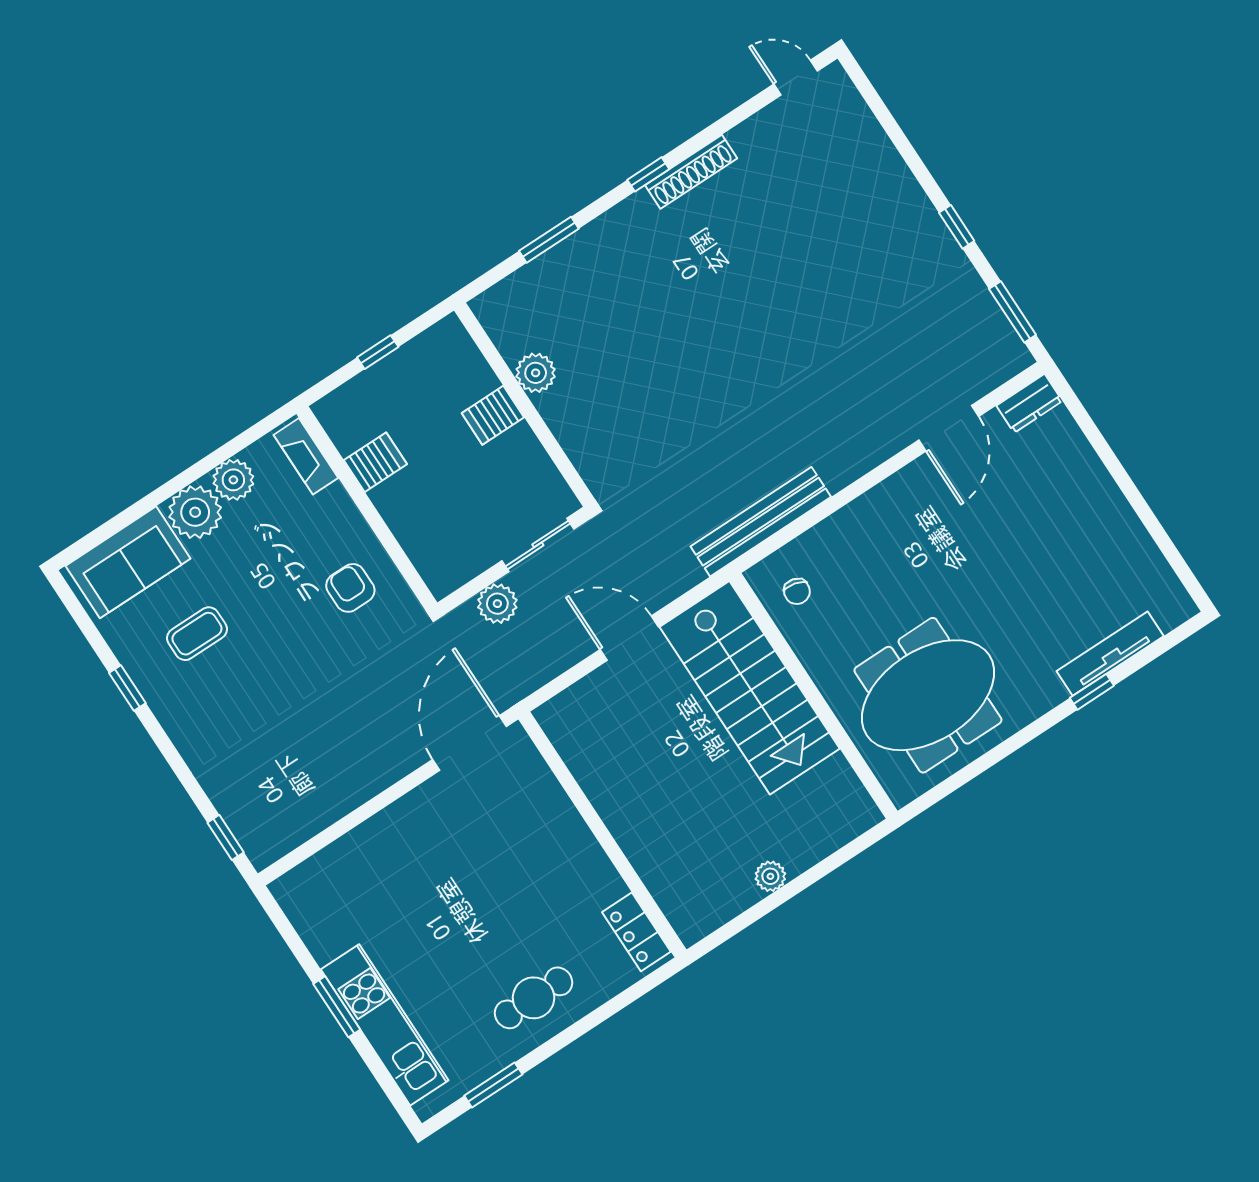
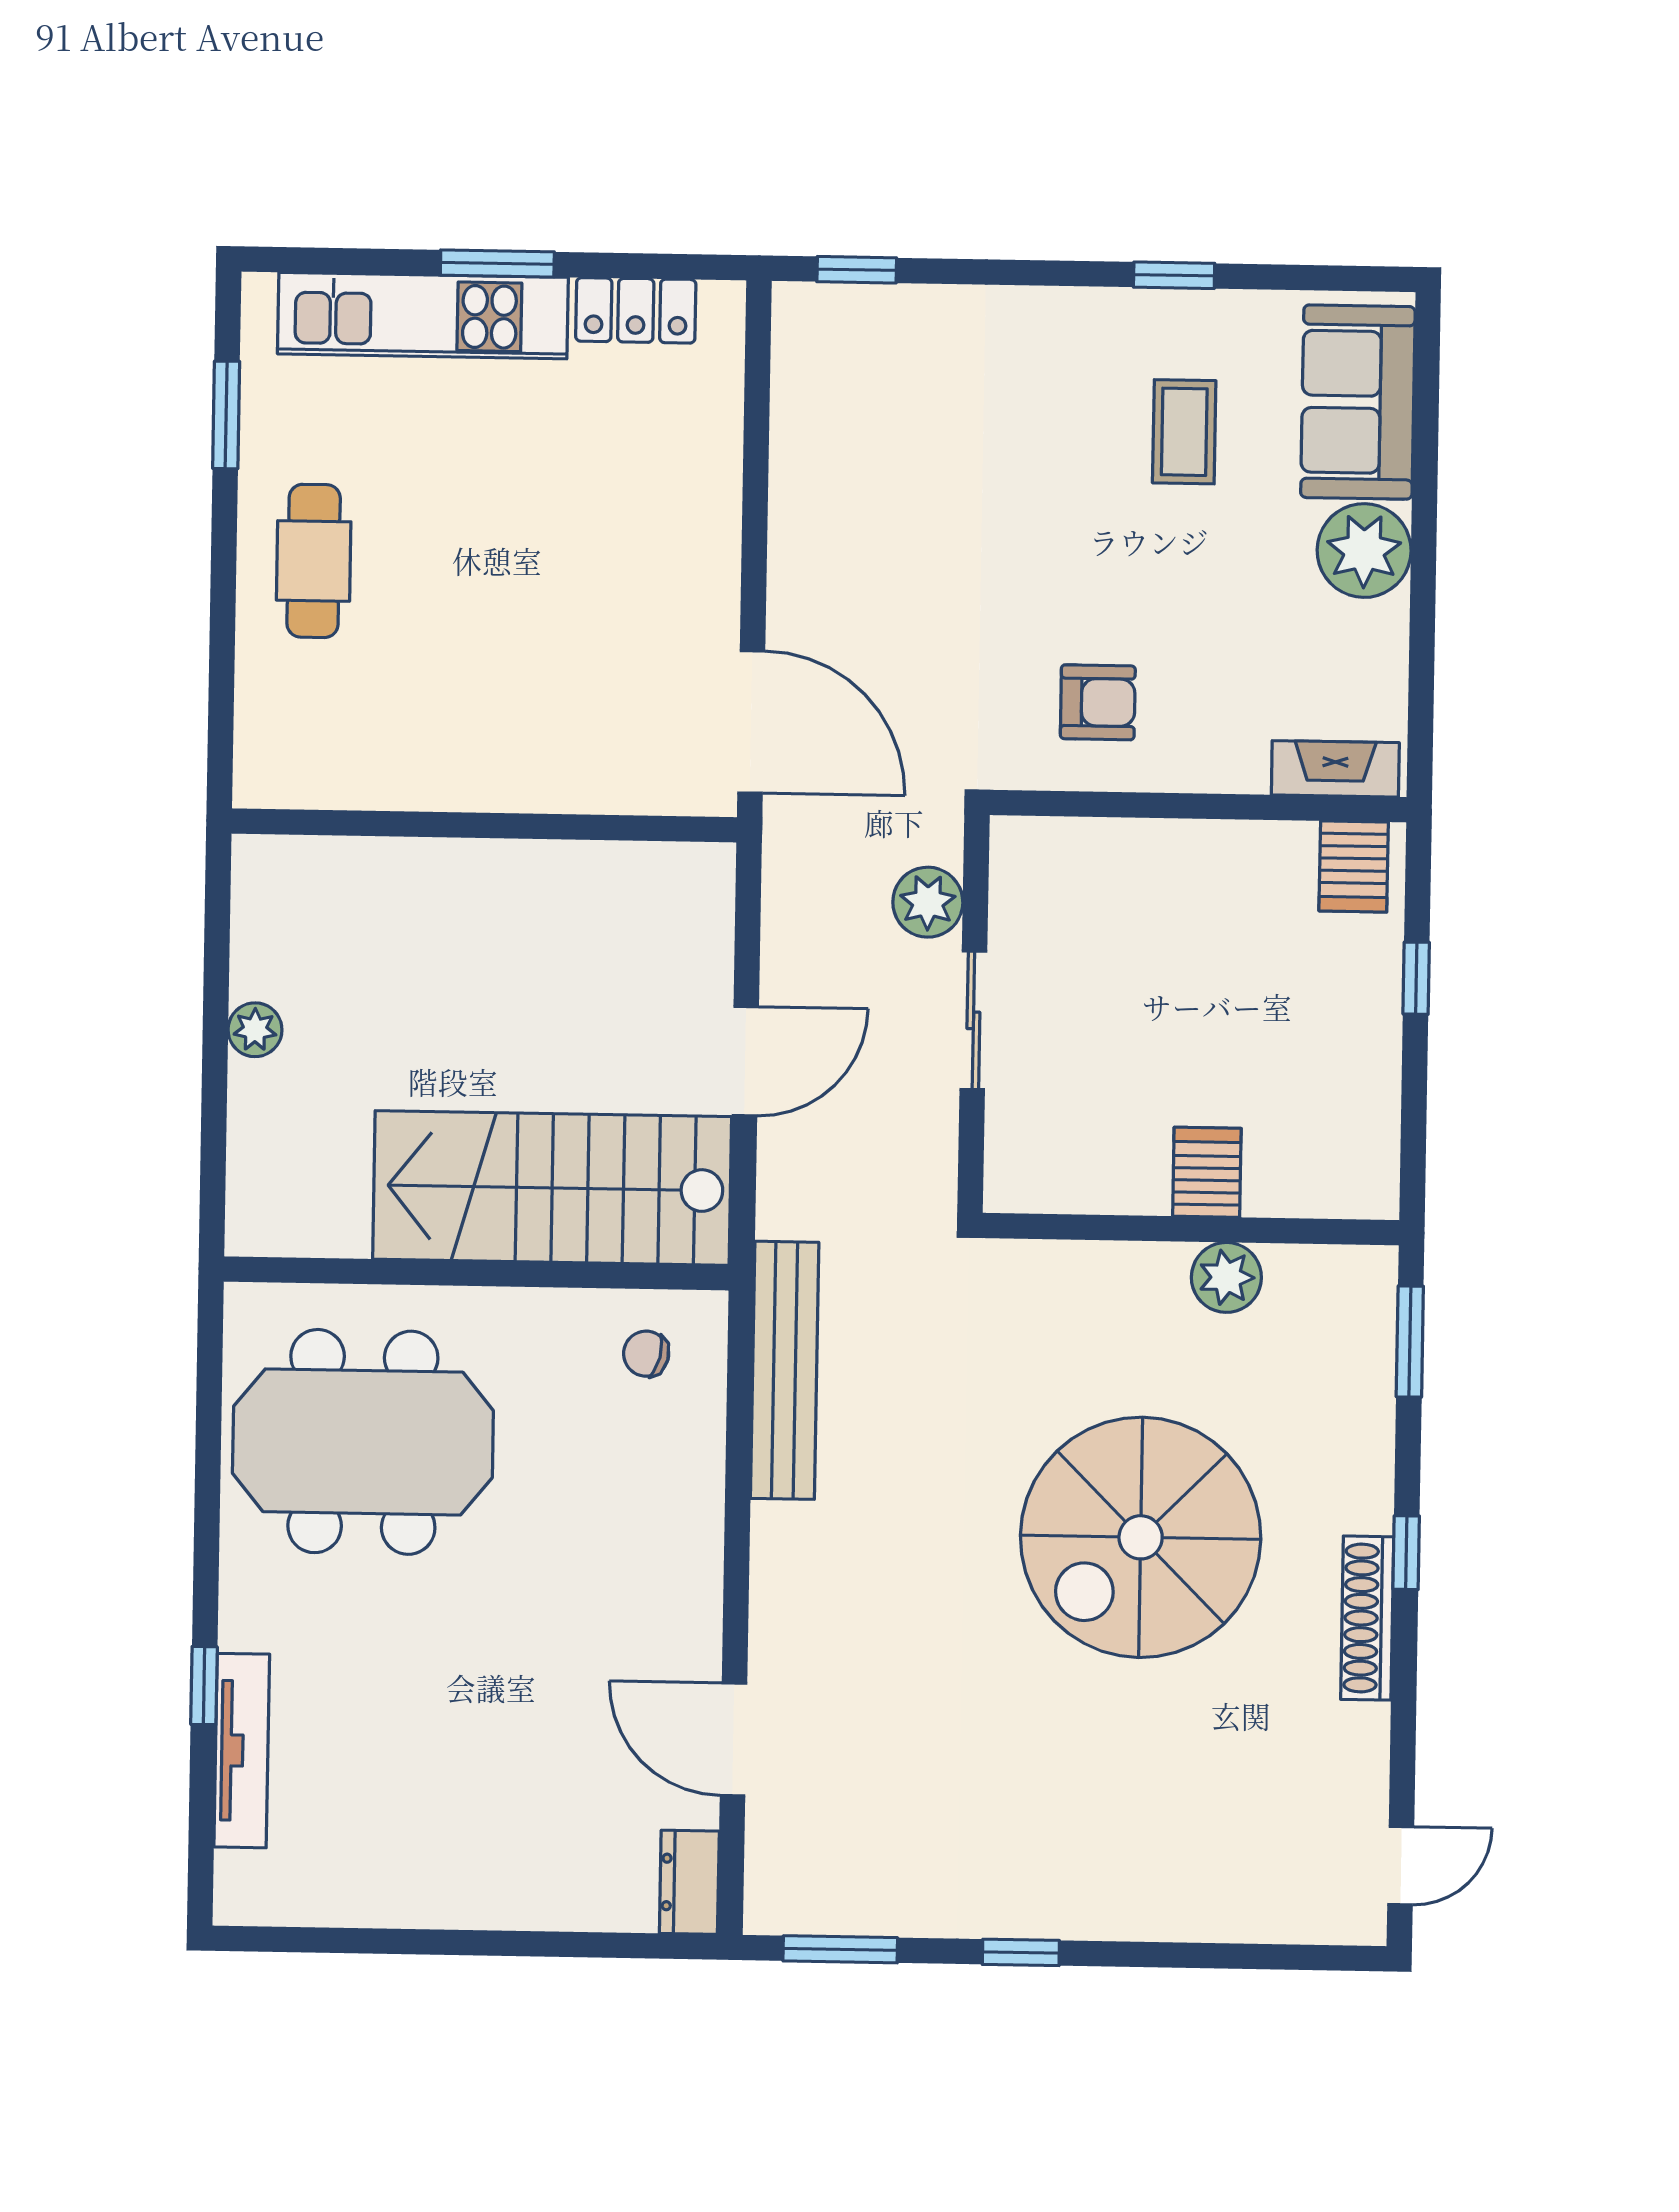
spiral stairs: (725, 303) -> (1141, 1537), added
plant: (536, 373) -> (1226, 1277), moved
wall: (524, 405) -> (1191, 1229), moved
server rack: (493, 415) -> (1207, 1172), moved
server rack: (375, 462) -> (1354, 866), moved
plant: (233, 480) -> (1373, 639), removed
meeting table: (928, 695) -> (363, 1442), turned 90
locker: (636, 932) -> (636, 310), moved, turned 180

